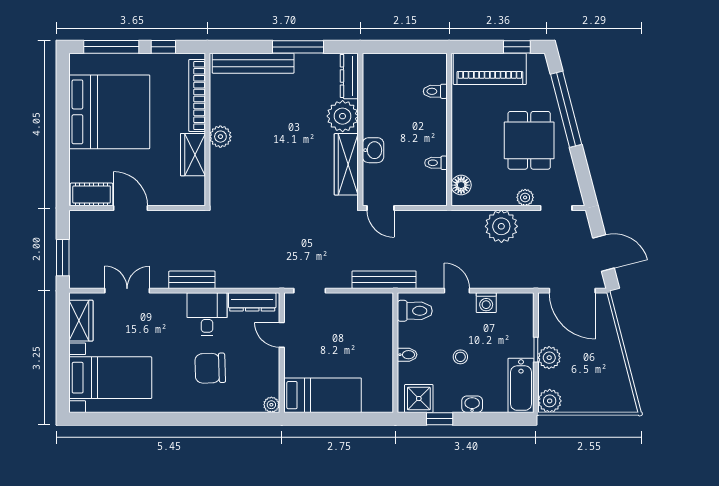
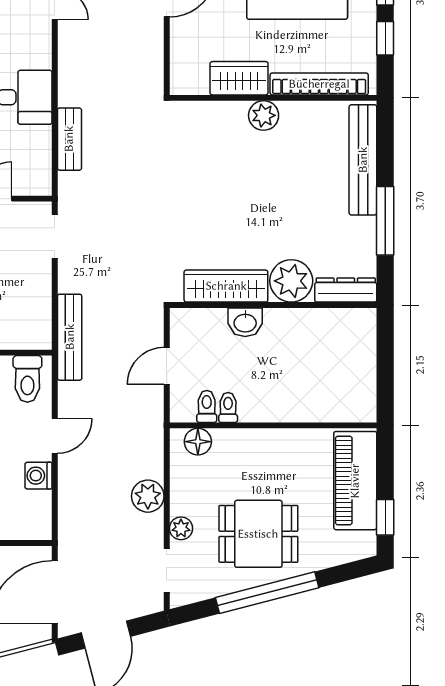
toilet: (435, 91) -> (207, 407), moved
window: (566, 109) -> (267, 593), moved
door: (380, 208) -> (167, 366), moved
plant: (501, 226) -> (148, 496), width x0.73, depth x0.73
bench: (192, 280) -> (69, 139), moved
dresser: (252, 302) -> (39, 159), removed

